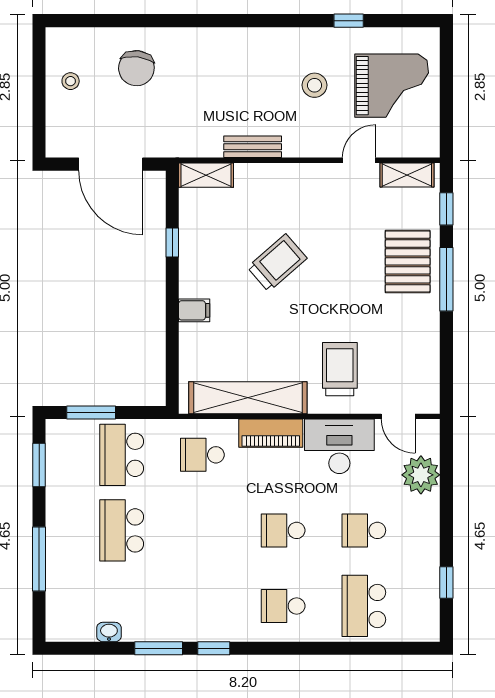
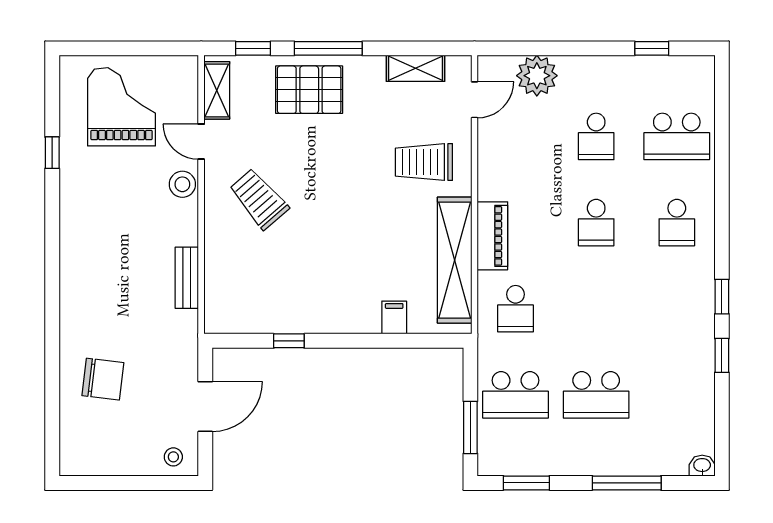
stool: (71, 81) -> (173, 457), moved
stool: (314, 85) -> (182, 184), moved
bench: (253, 147) -> (187, 278), moved
door: (111, 164) -> (205, 407), width x0.73
shelving: (206, 175) -> (416, 68), moved, turned 90
trolley: (277, 263) -> (259, 199), moved
filing cabinet: (194, 310) -> (394, 318), moved
desk: (339, 446) -> (506, 163), removed
washbasin: (109, 632) -> (702, 466), moved, turned 90
window: (159, 648) -> (722, 355), width x0.67

